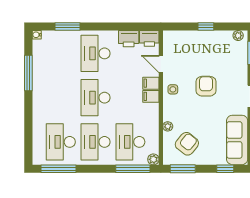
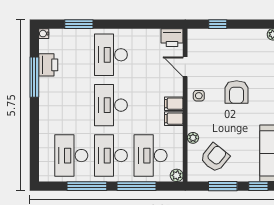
window: (206, 26) -> (218, 24), moved
printer: (129, 39) -> (48, 65), moved, turned -90
filing cabinet: (151, 83) -> (174, 119), moved
armchair: (206, 86) -> (237, 92), turned 180
window: (59, 169) -> (87, 186), moved
window: (133, 169) -> (136, 186), moved
window: (183, 169) -> (223, 186), moved

